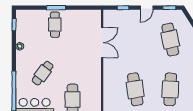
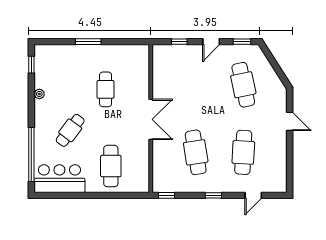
cafe table: (55, 25) -> (106, 89), moved
double door: (102, 42) -> (151, 119), moved

